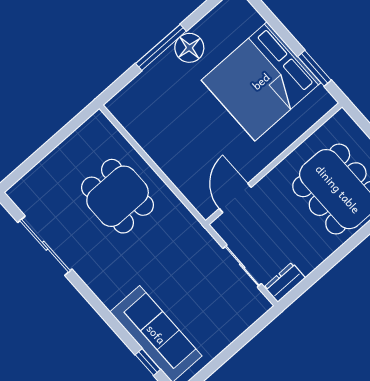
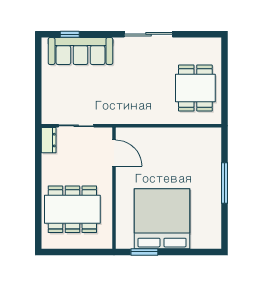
floor lamp: (189, 48) -> (211, 197), removed
dining table: (118, 196) -> (195, 88), moved, turned 90
sliding door: (45, 246) -> (148, 34), moved

